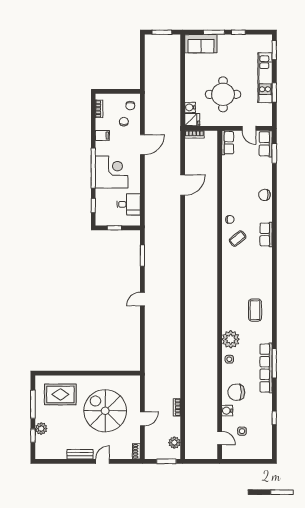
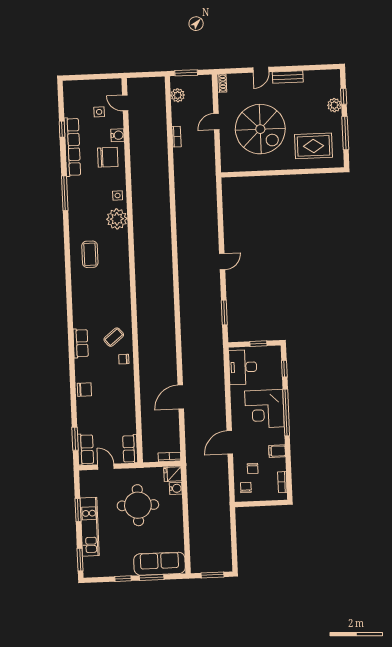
sofa: (201, 44) -> (160, 564), width x1.36
desk: (129, 204) -> (243, 367), width x1.37
row of seats: (266, 368) -> (72, 147), moved

